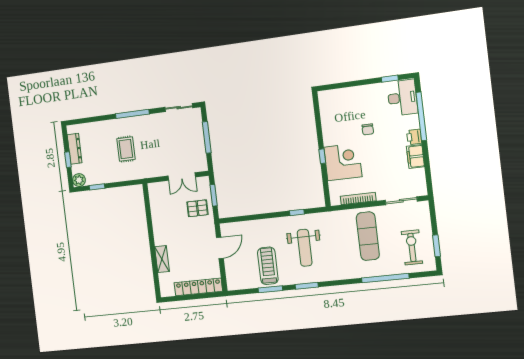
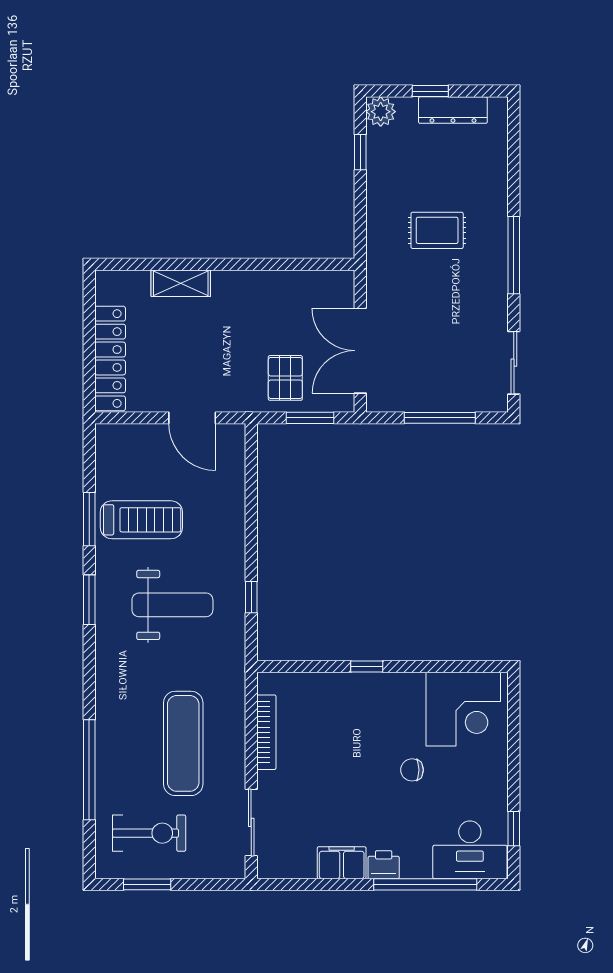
corner desk: (343, 162) -> (463, 709), moved
double door: (182, 176) -> (360, 351), width x1.37
exercise mat: (368, 236) -> (183, 743), turned 90
weight bench: (305, 248) -> (172, 605), turned 180

